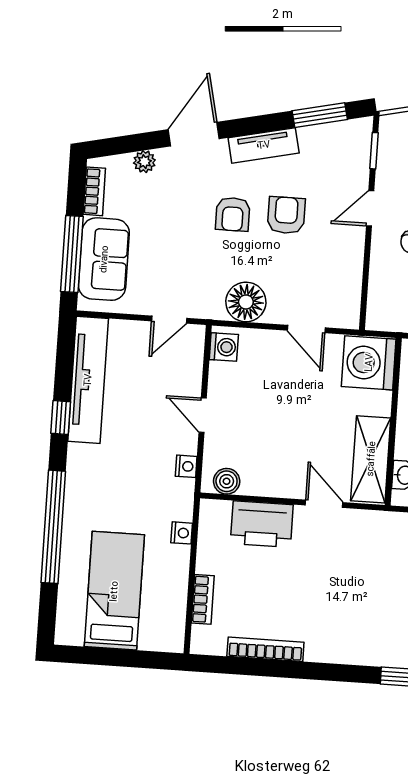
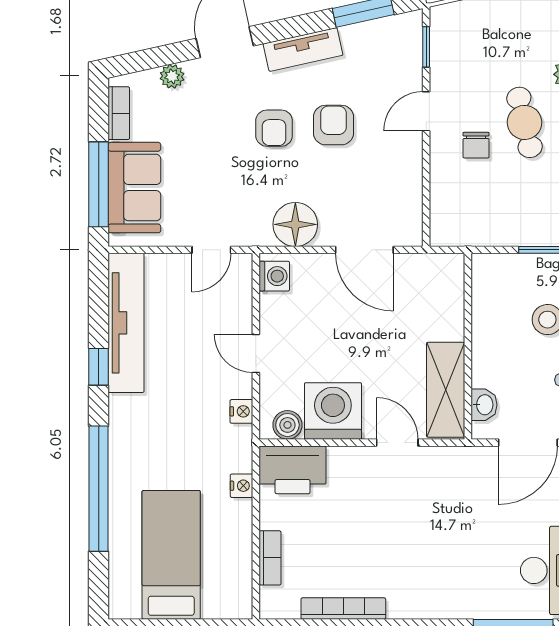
door: (306, 329) -> (364, 250), width x1.38
washing machine: (369, 363) -> (333, 411), moved, turned 90
printer: (262, 524) -> (293, 470), moved

